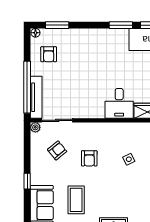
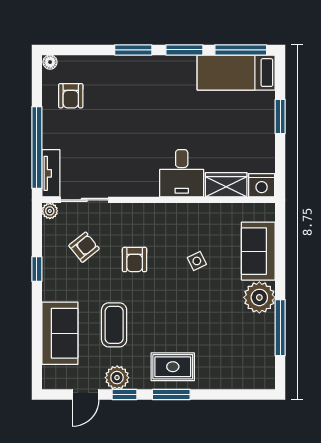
window: (57, 25) -> (133, 50), moved
tv unit: (36, 97) -> (51, 173), width x0.71
window: (27, 181) -> (37, 269), moved

